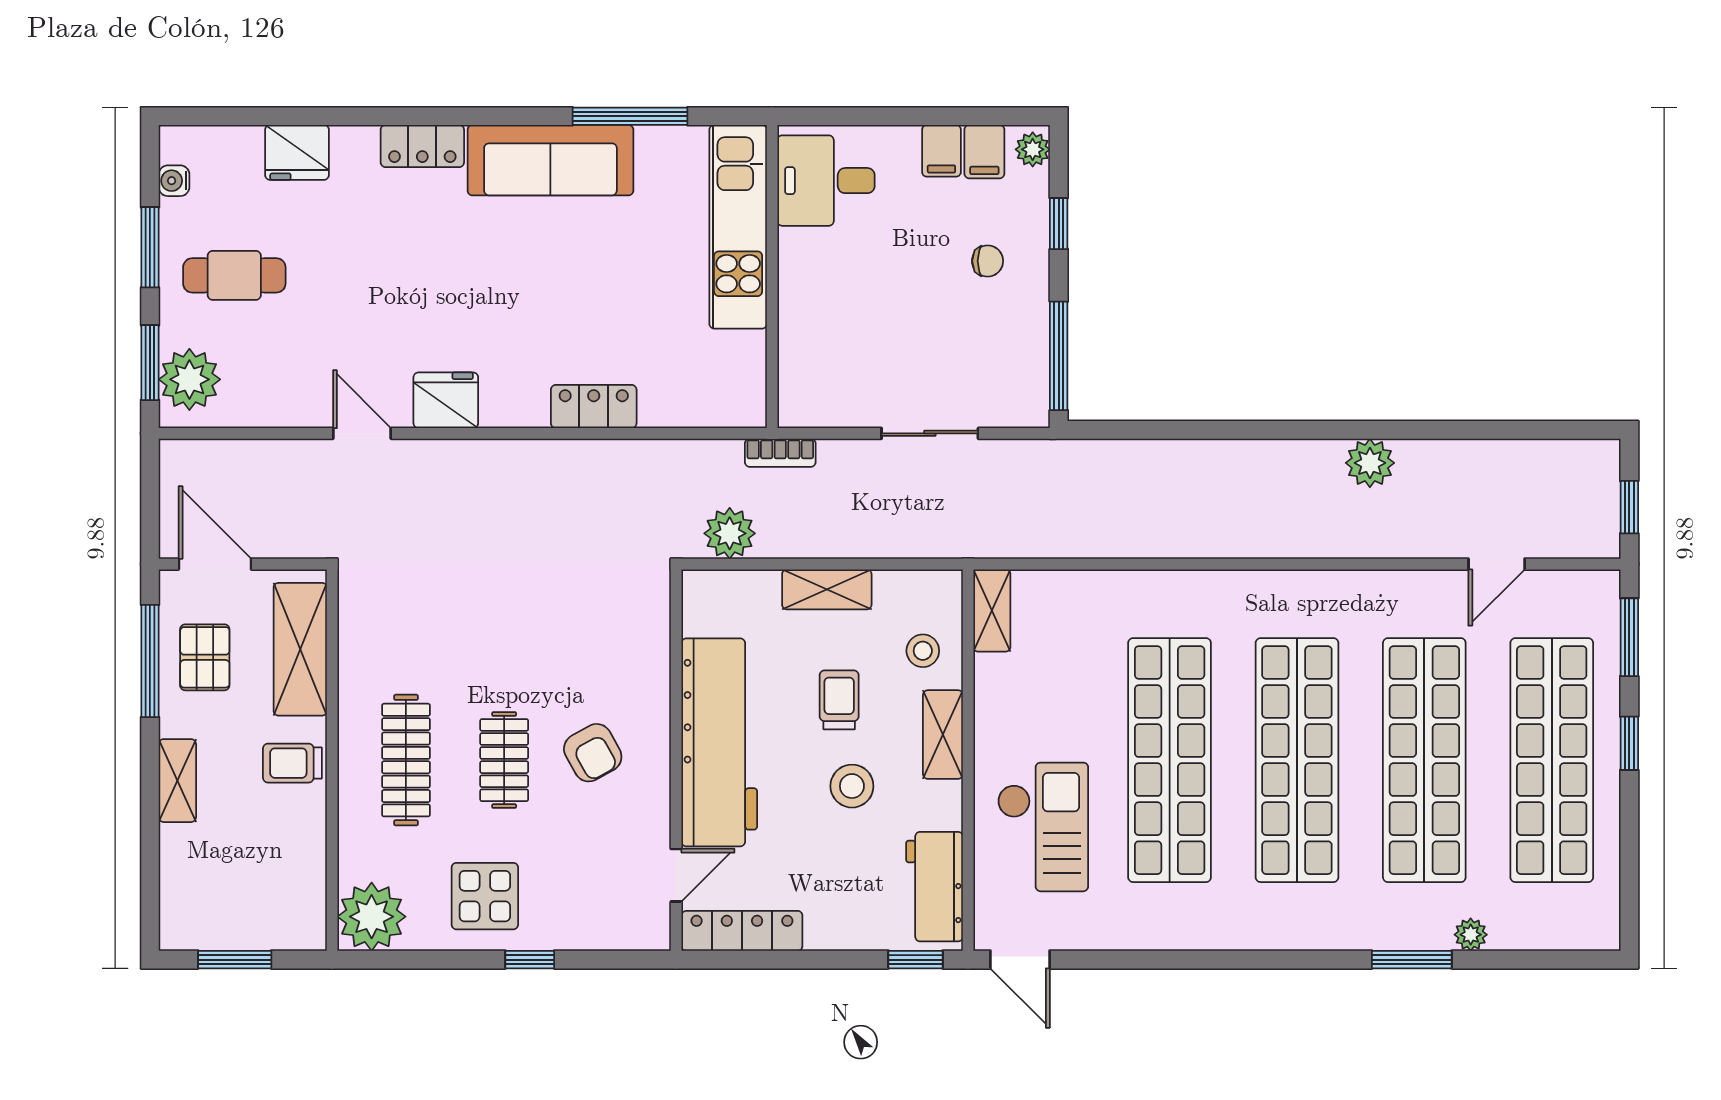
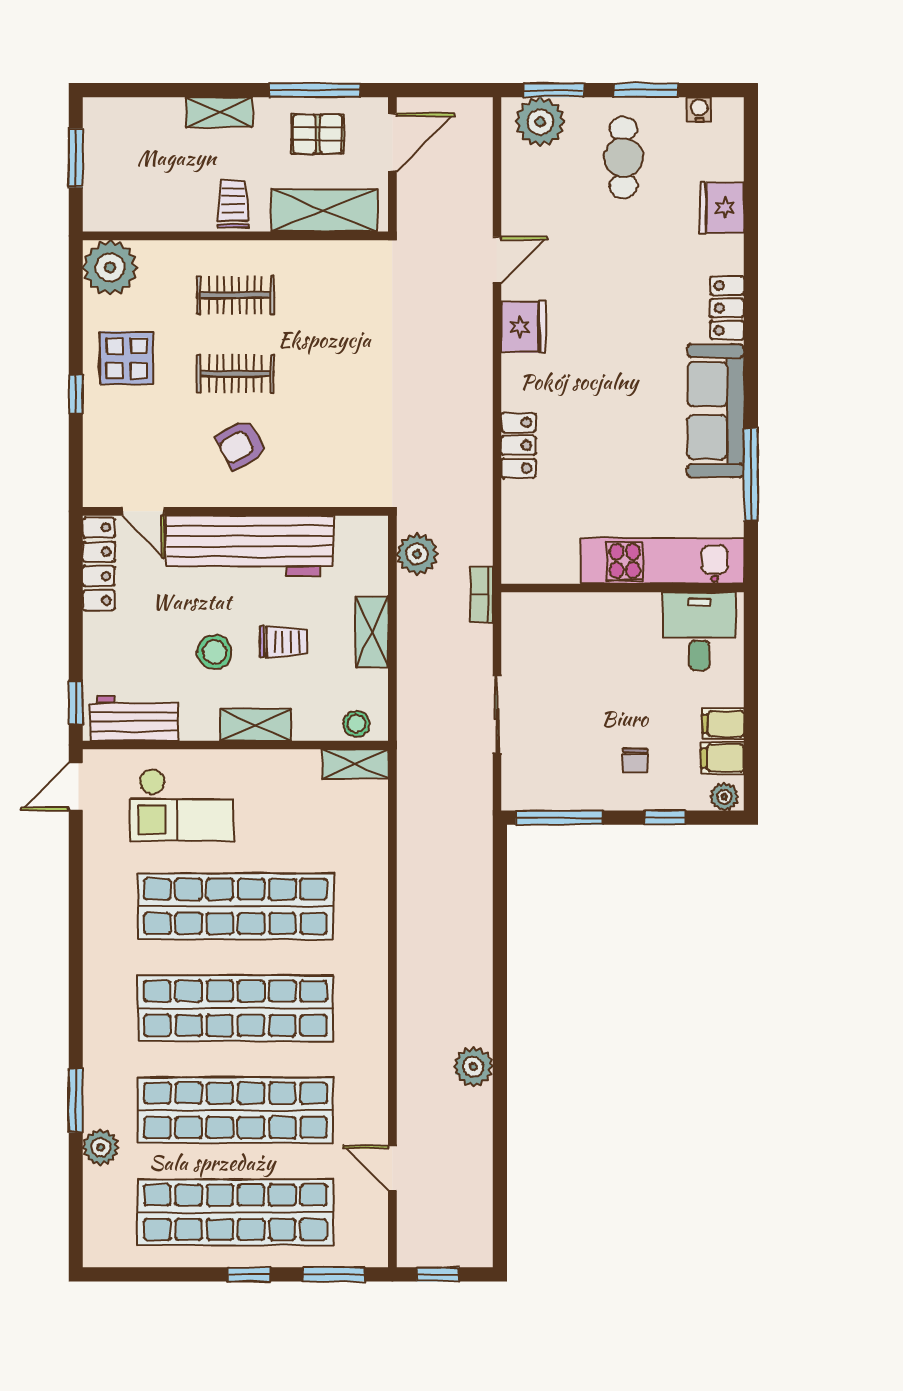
stool: (923, 651) -> (356, 724), moved
clothes rail: (406, 760) -> (235, 295), width x0.73
plant: (1471, 935) -> (101, 1147), width x1.38, depth x1.38

